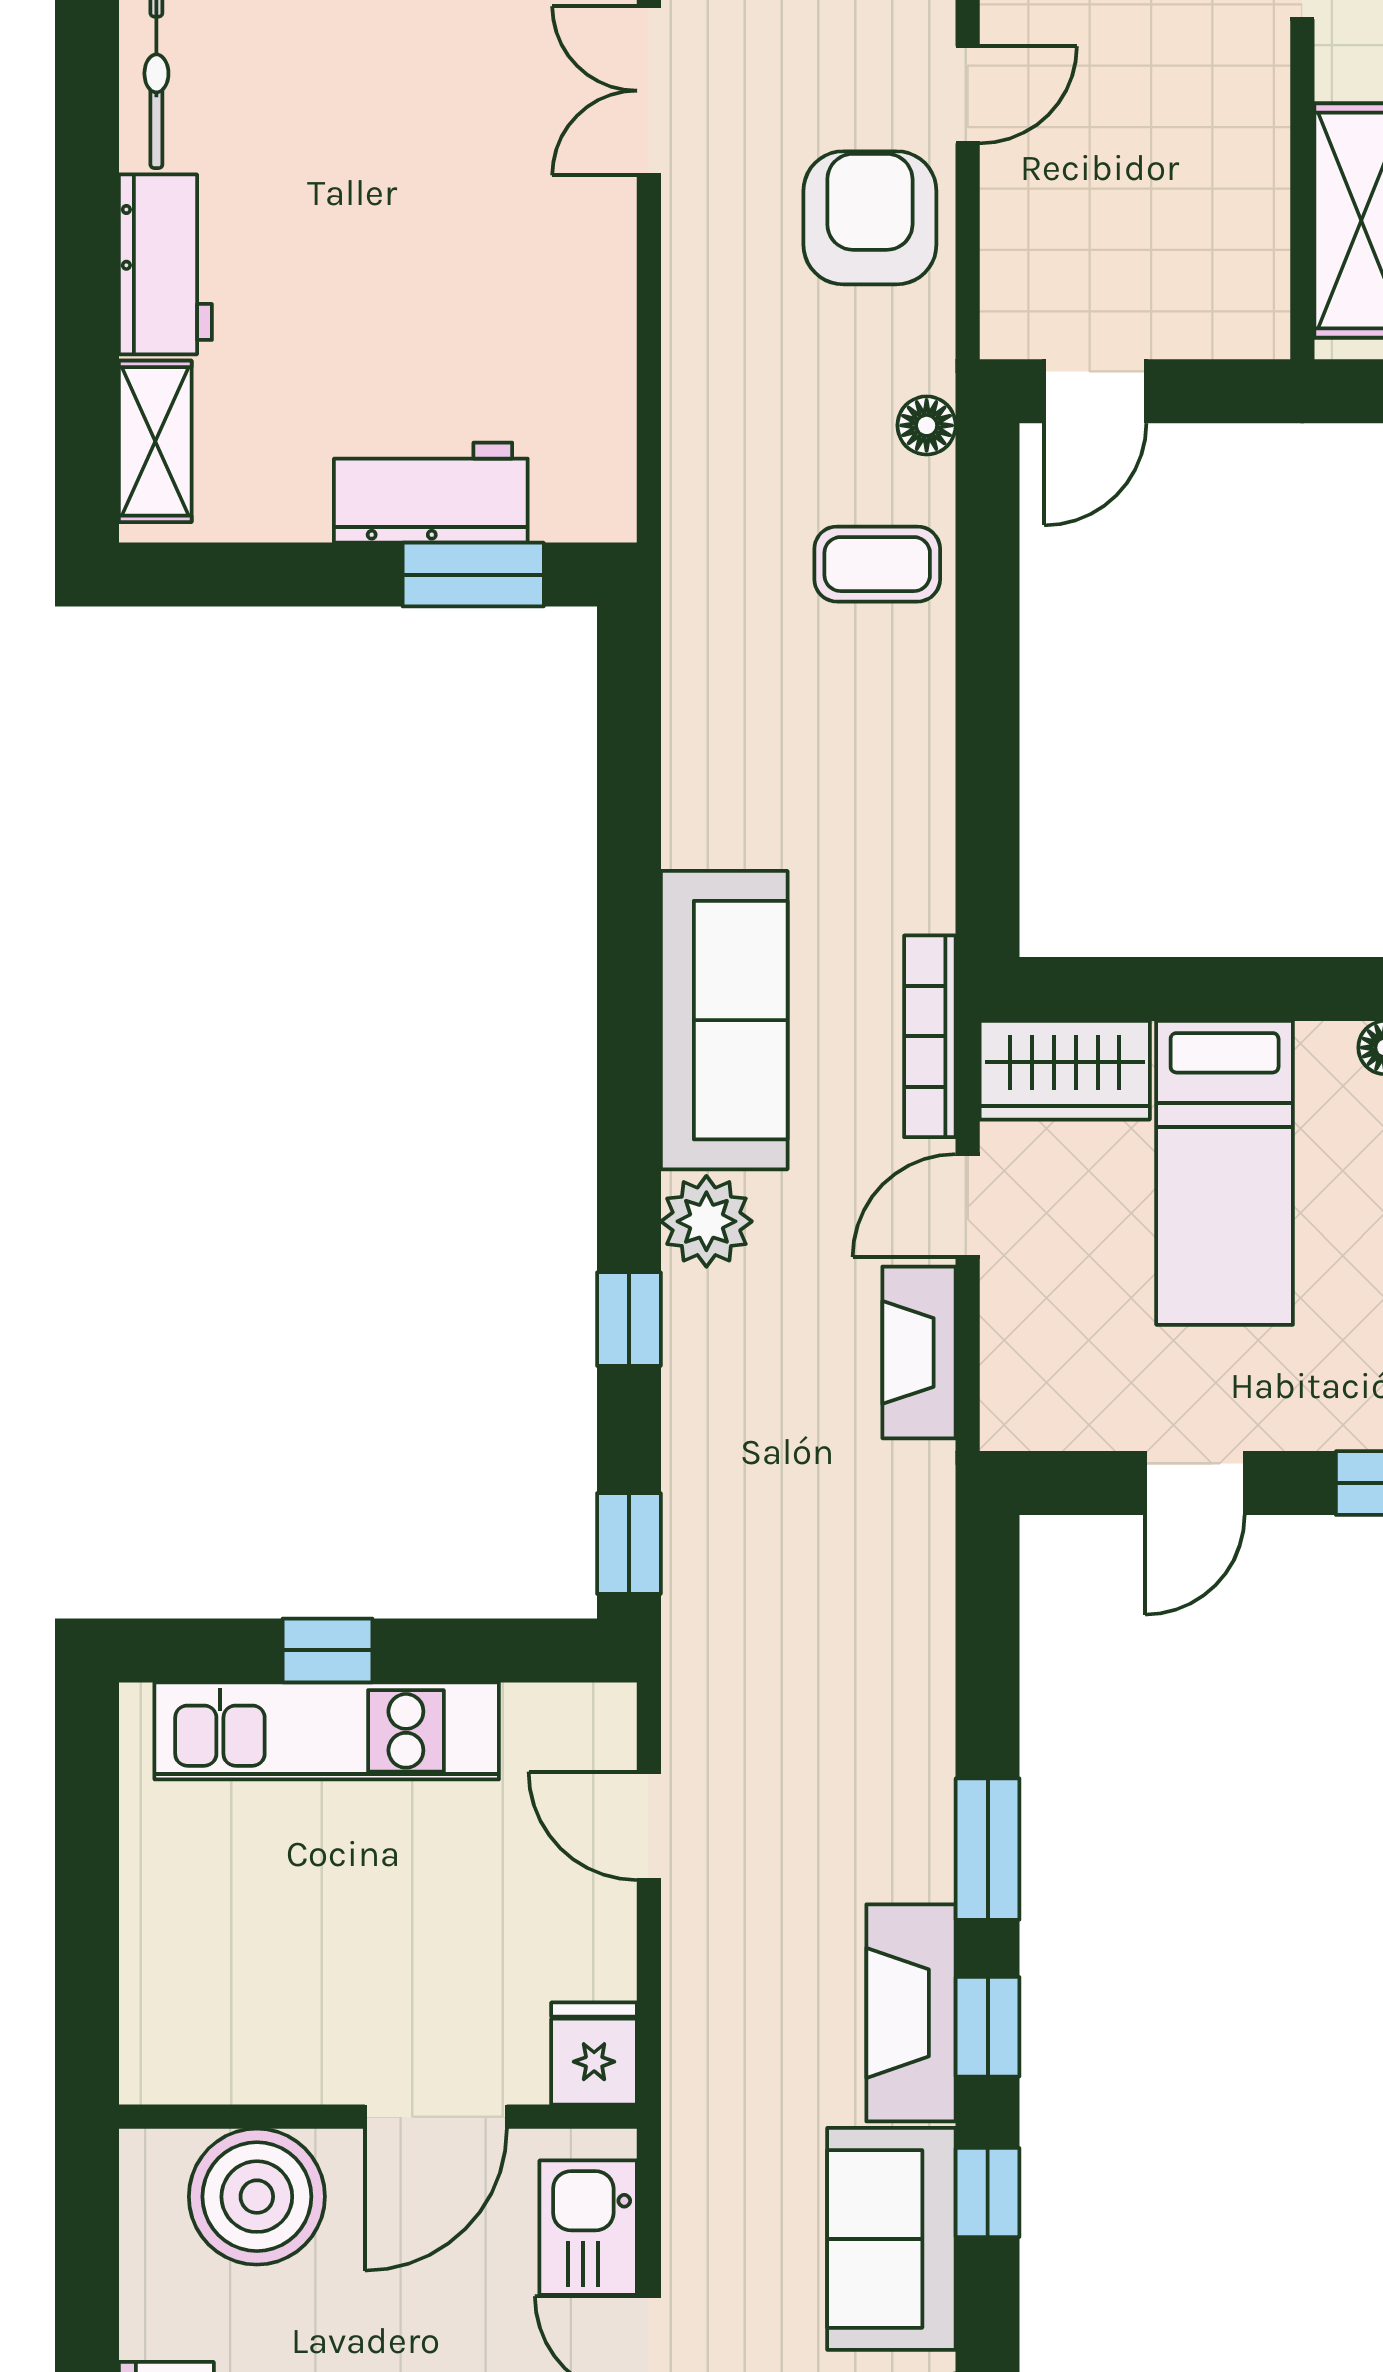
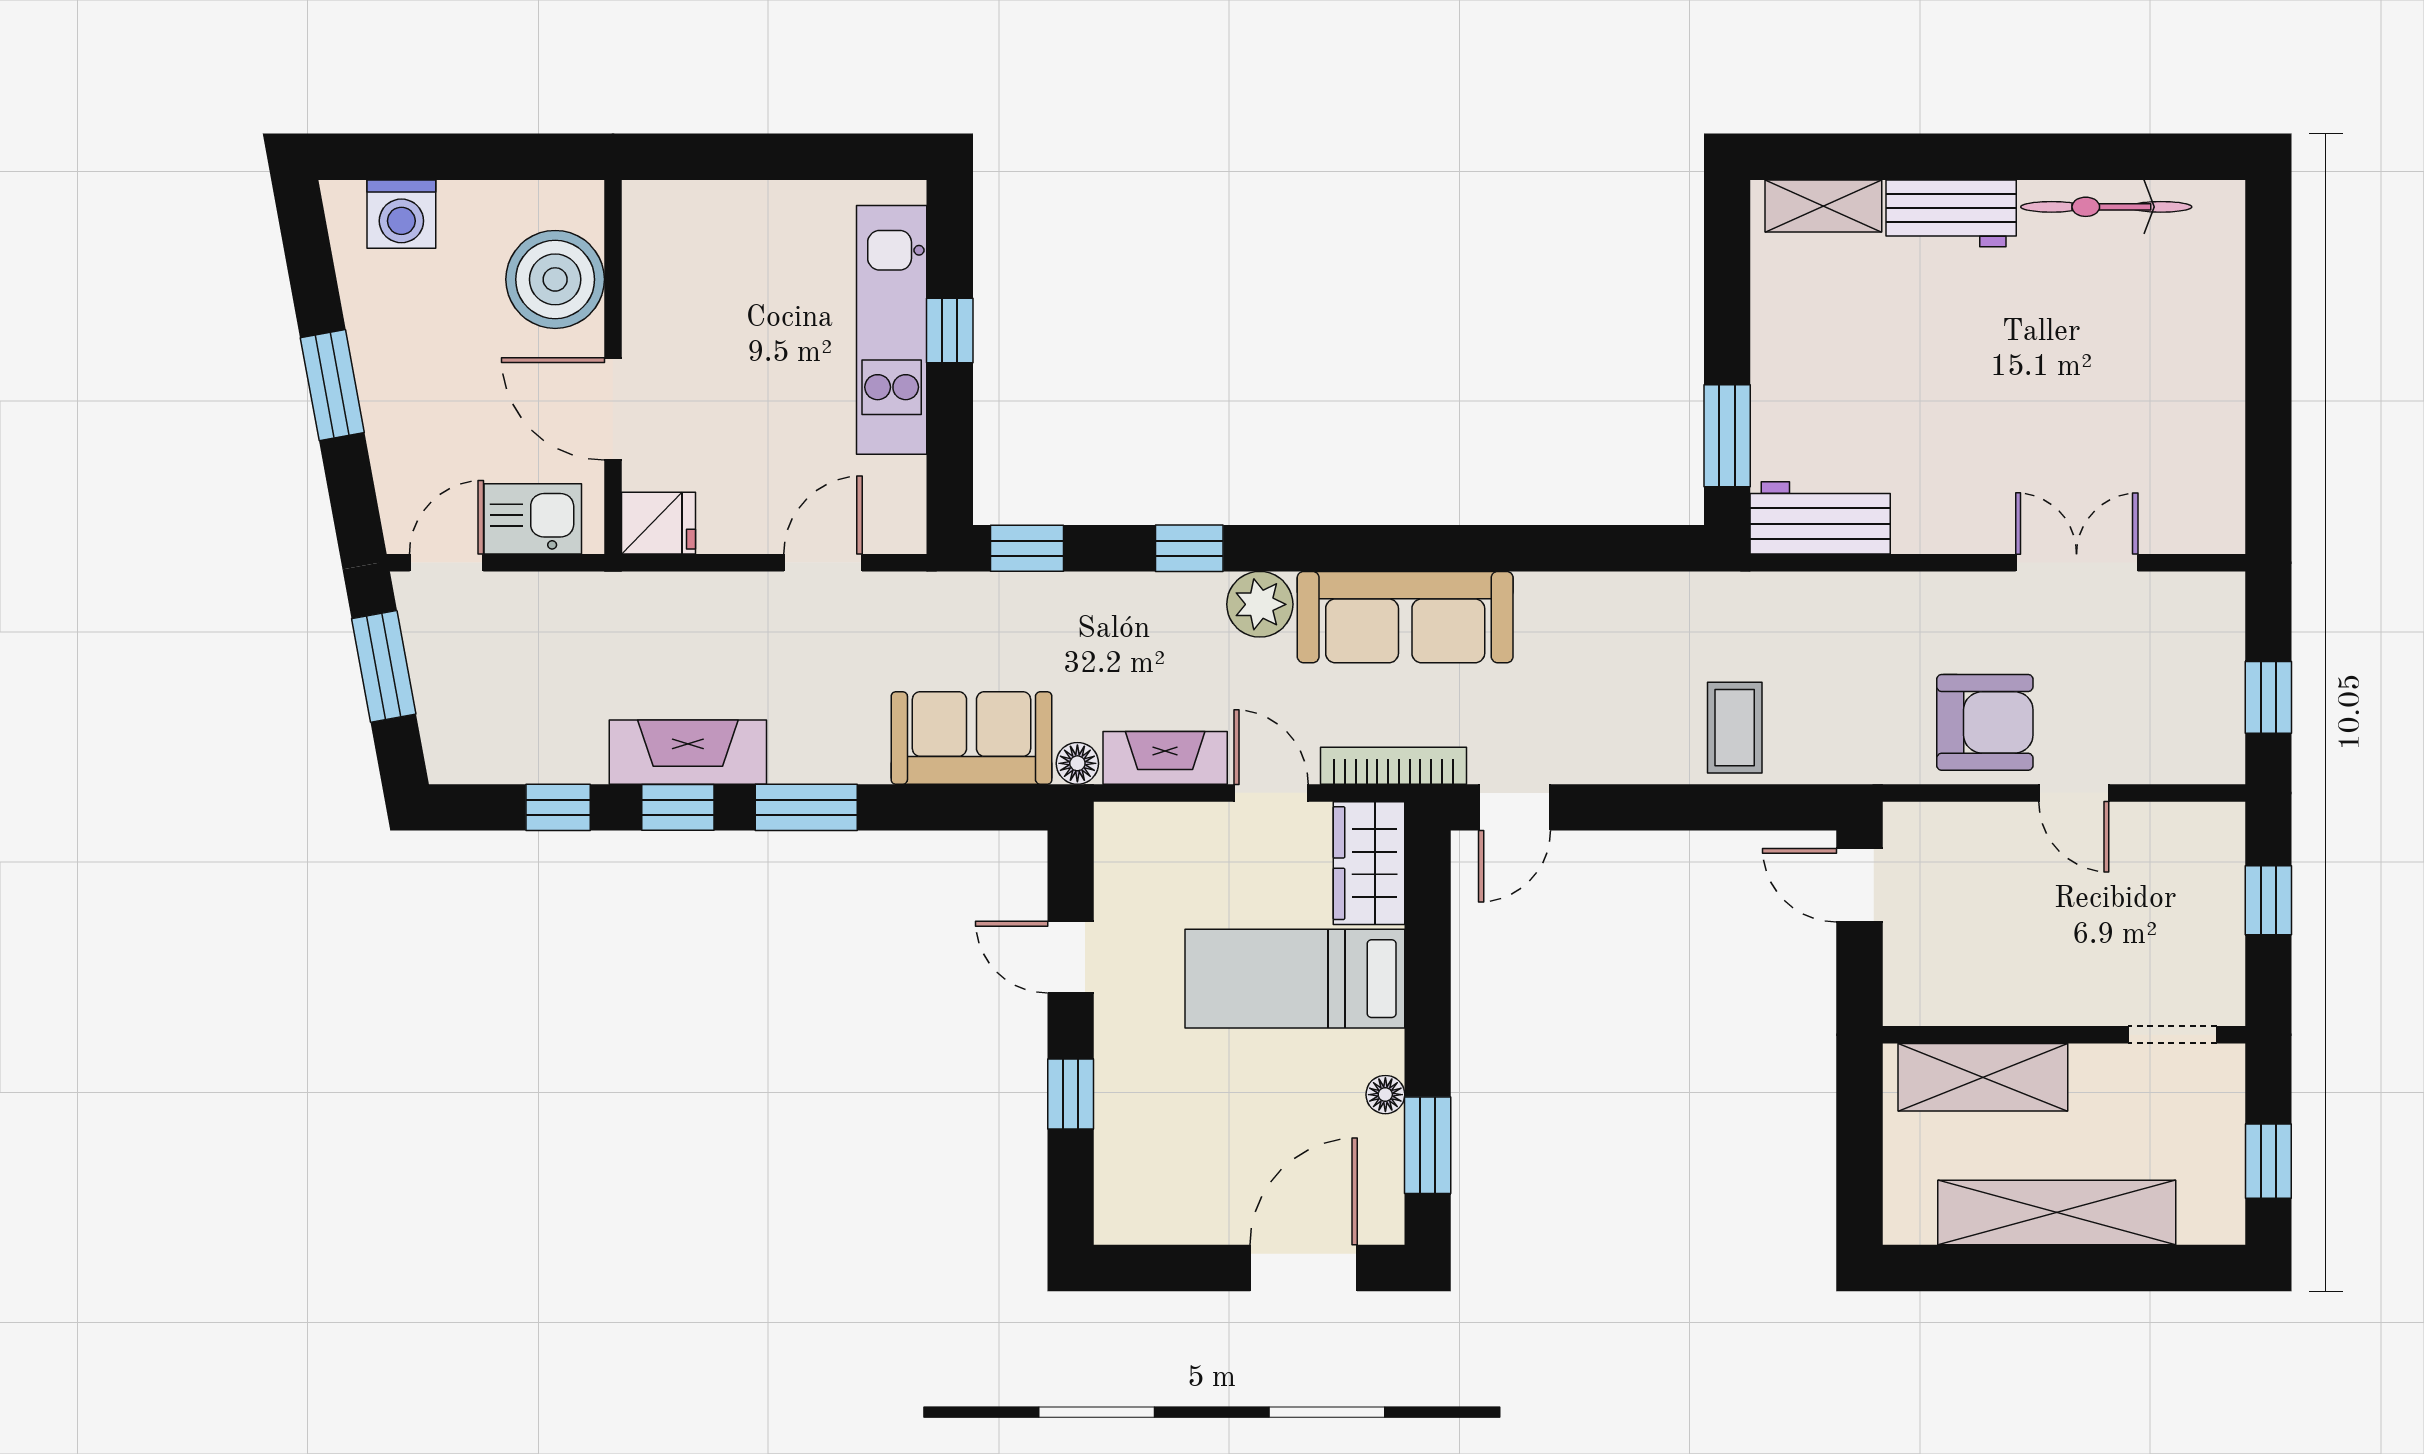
floor lamp: (927, 425) -> (1077, 763), moved
workbench: (431, 493) -> (1820, 518), moved, turned -90
door: (988, 869) -> (1514, 807), added
sofa: (891, 2239) -> (971, 738), moved

